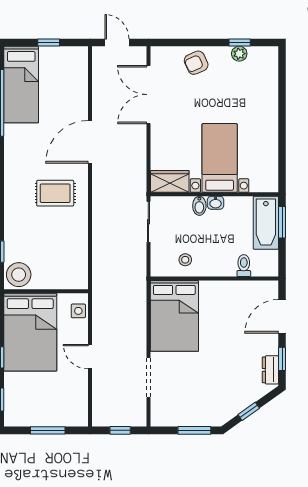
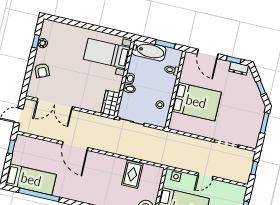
window: (49, 42) -> (11, 147), moved
bed with nightstands: (220, 158) -> (107, 53), moved
rug: (55, 193) -> (132, 174), moved
window: (282, 222) -> (165, 44), moved
bed: (174, 316) -> (196, 102), moved

